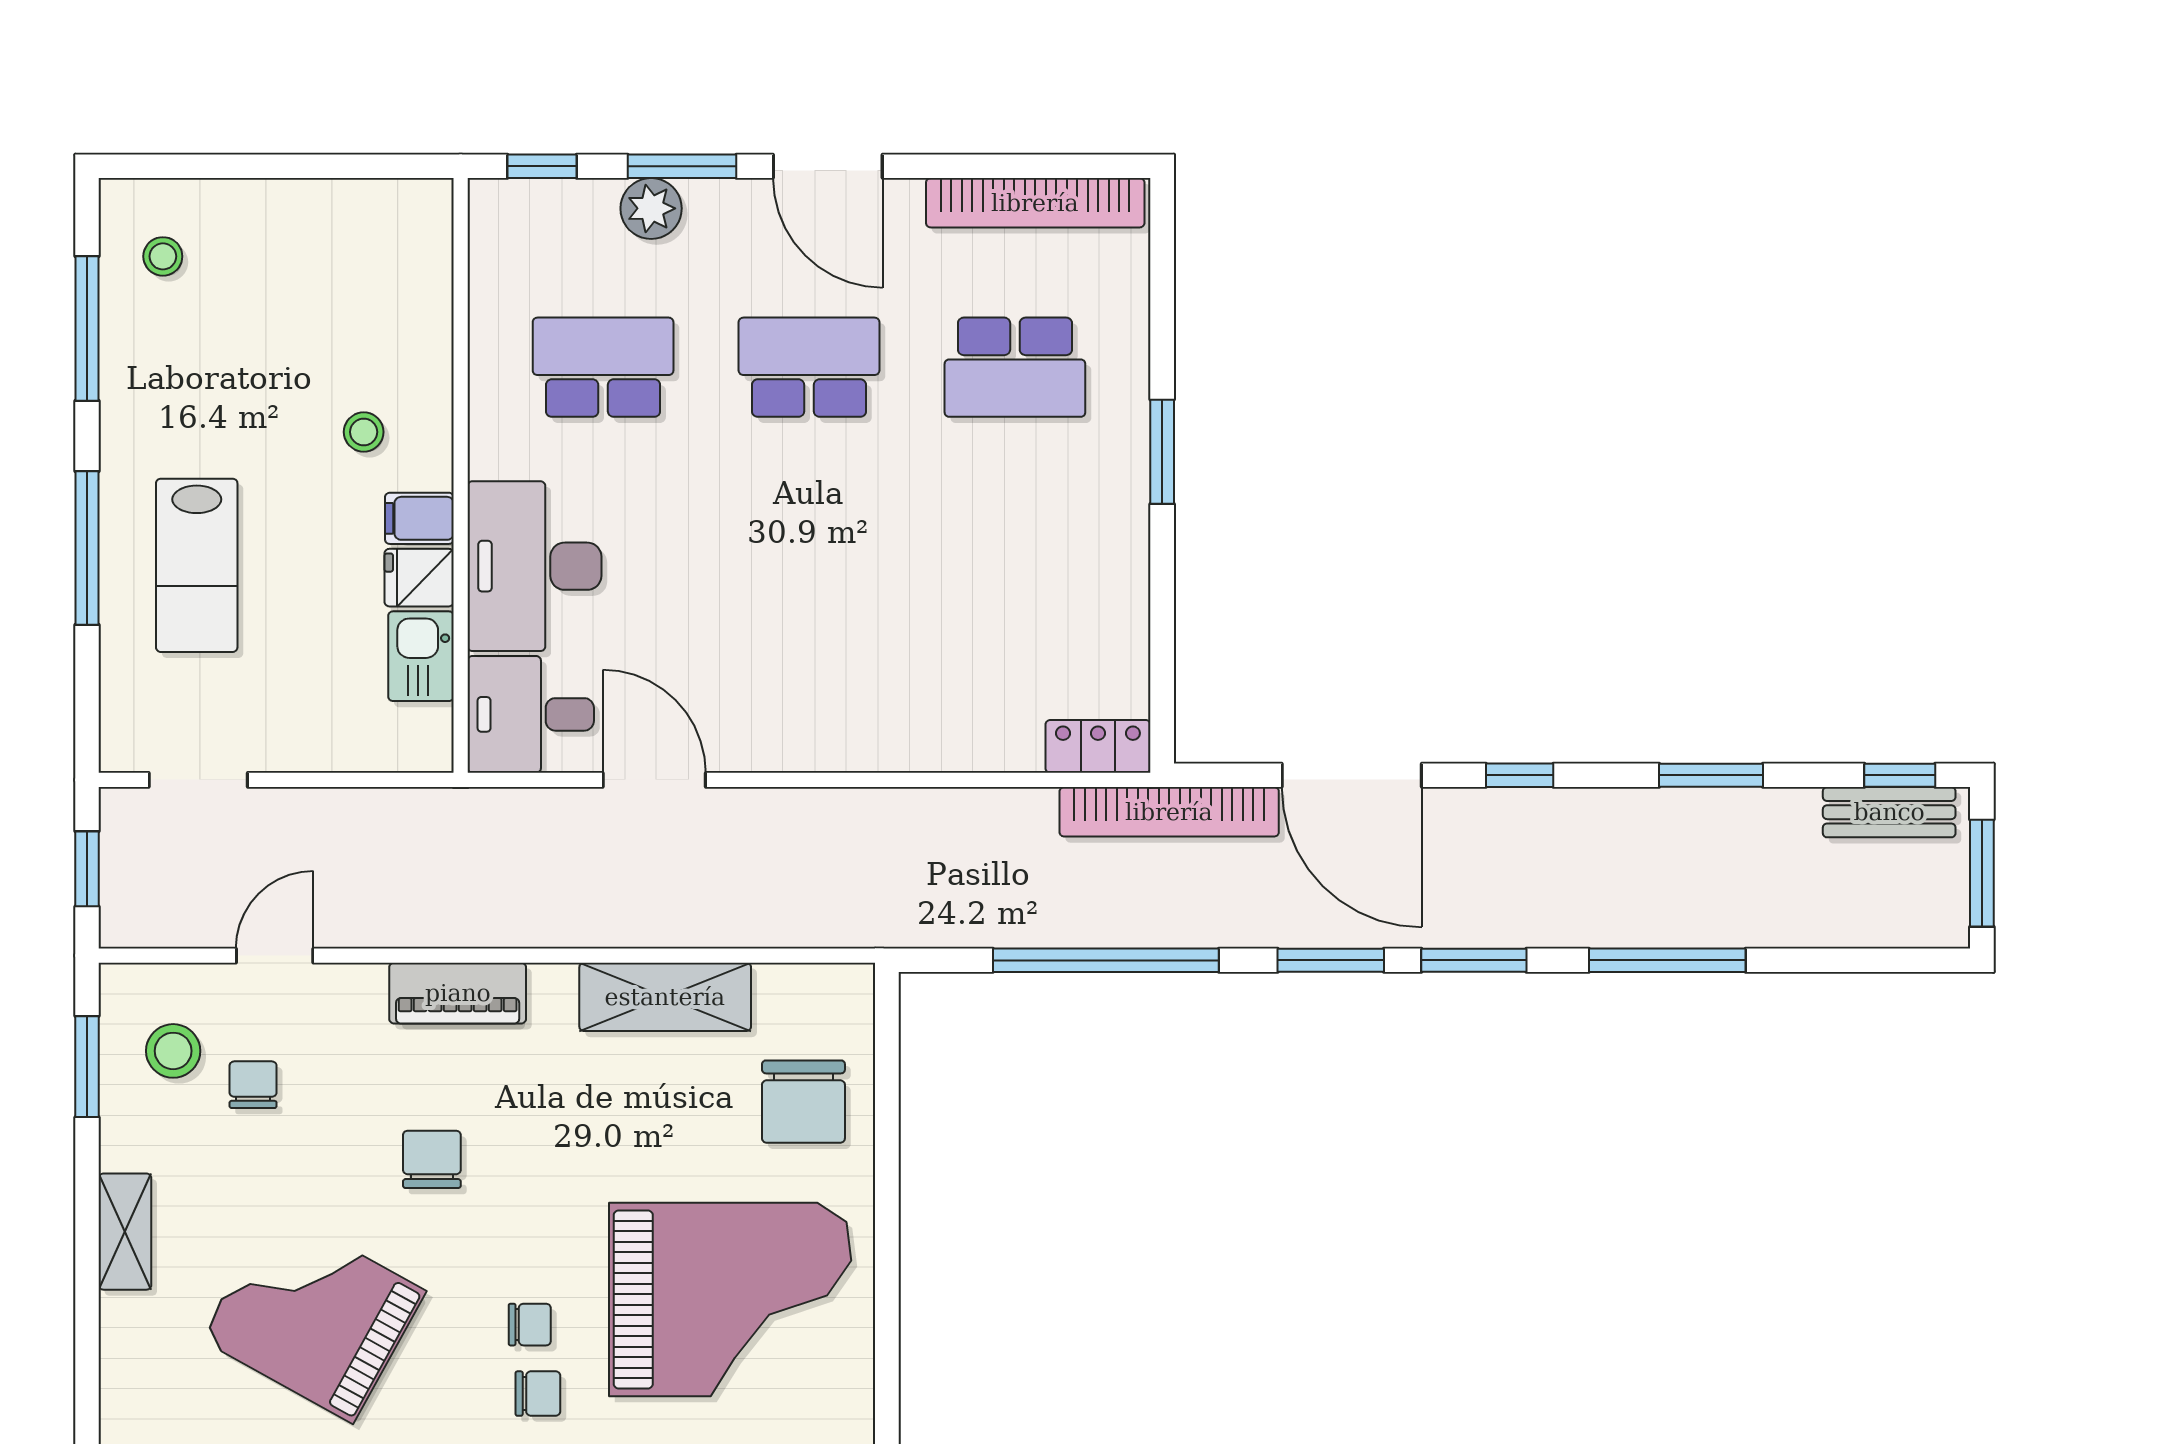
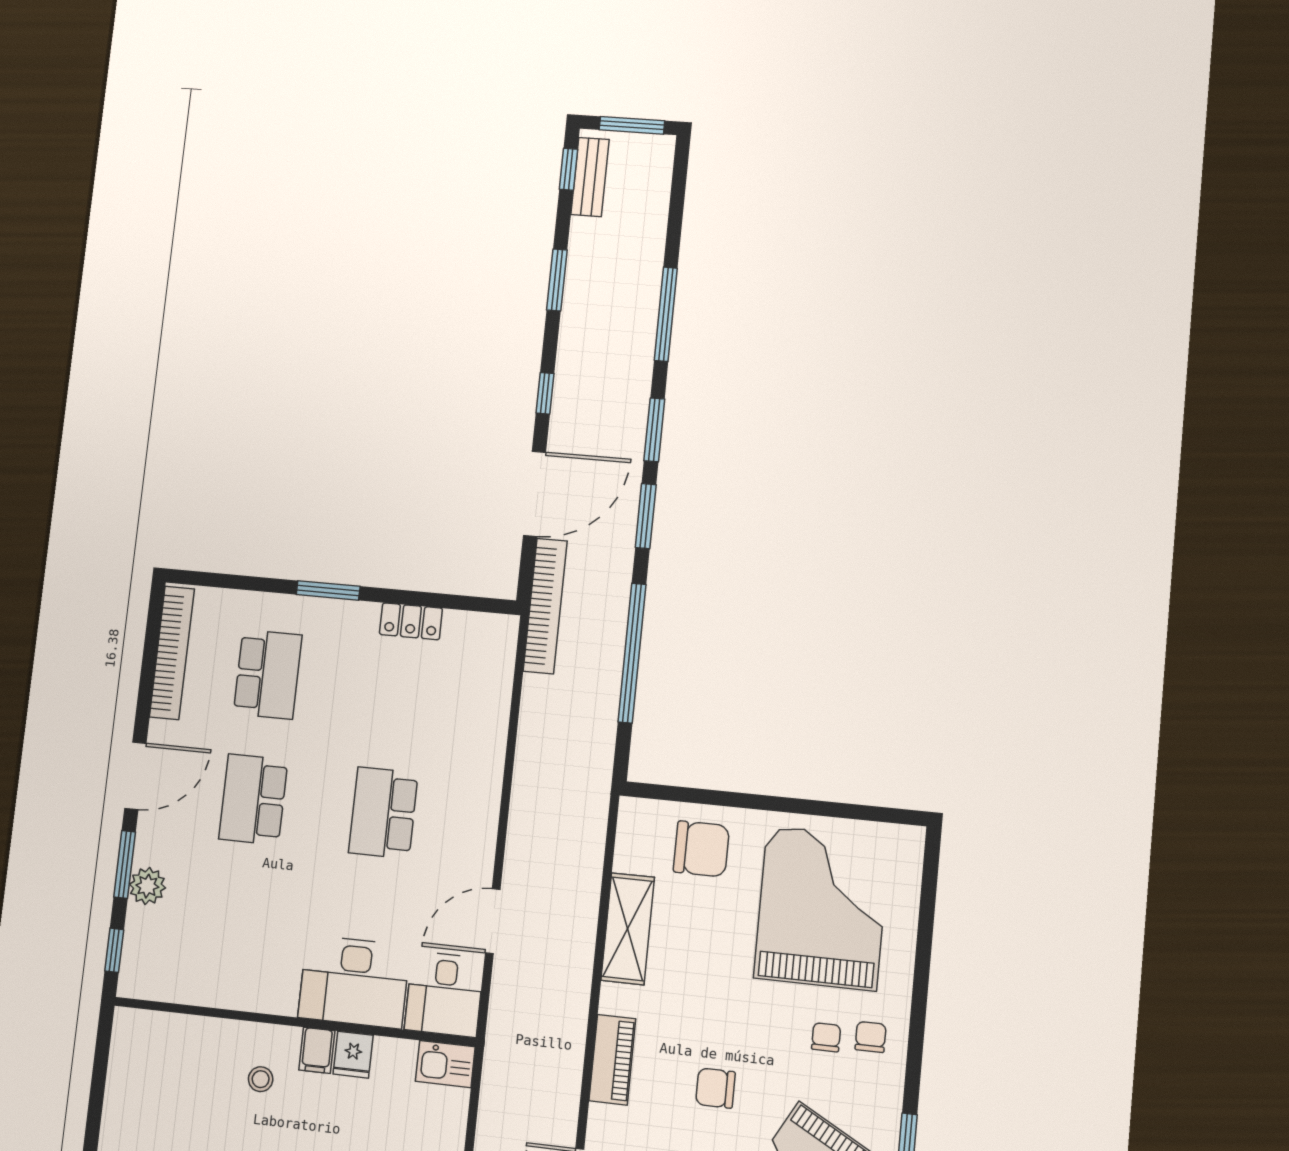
school desk: (603, 367) -> (383, 813), moved
kitchen sink: (421, 656) -> (445, 1064), moved
locker: (1098, 746) -> (411, 621), moved, turned -90

